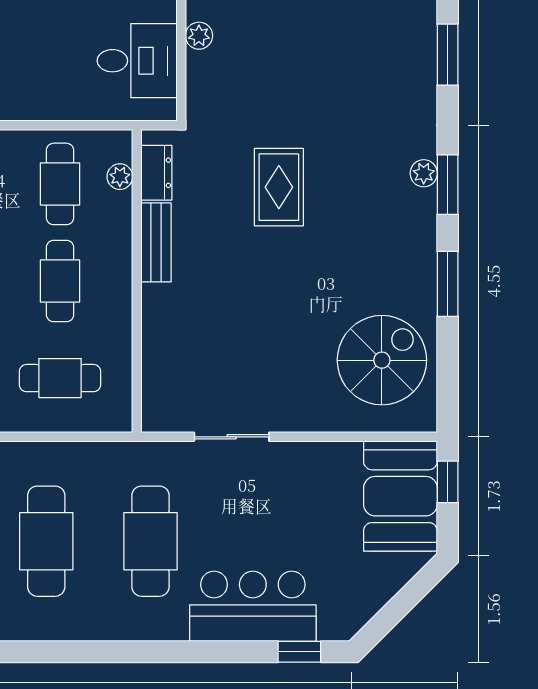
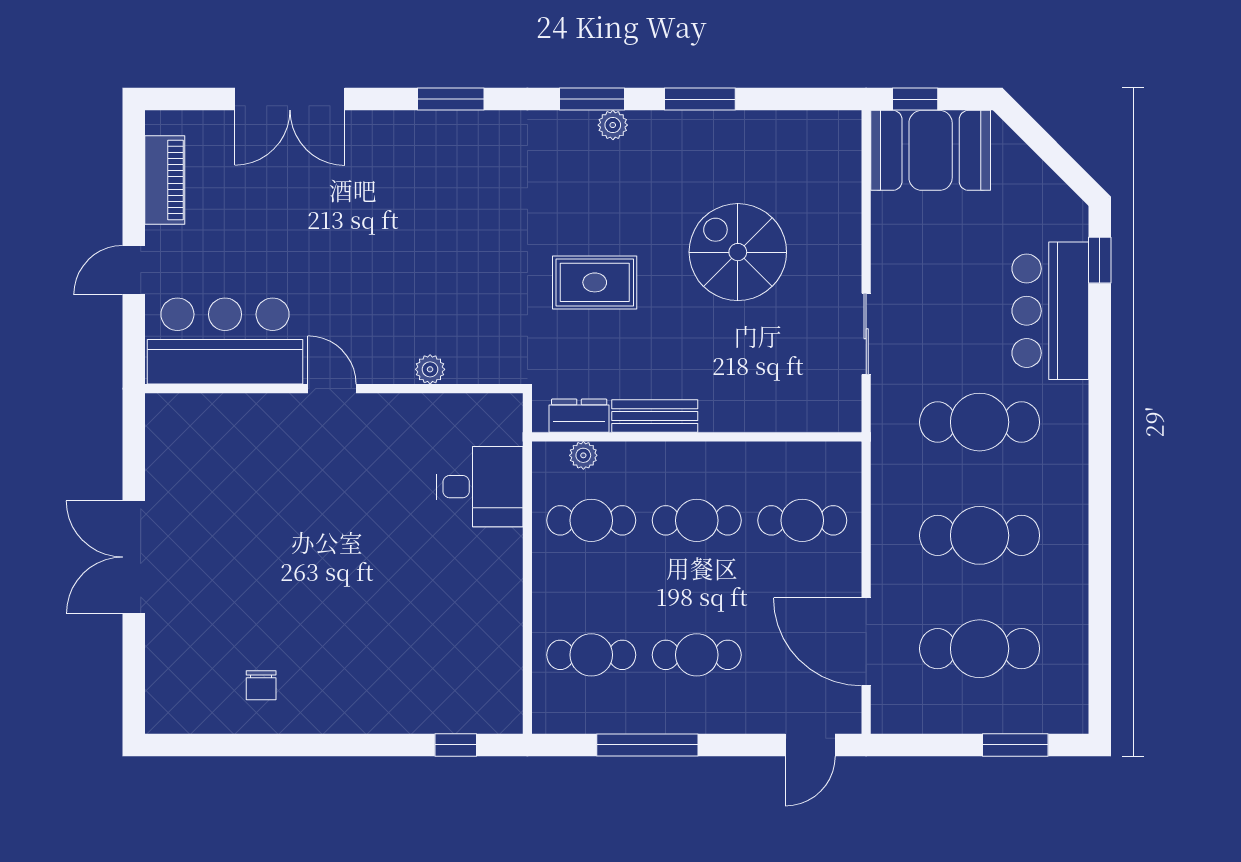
desk: (137, 61) -> (480, 487), moved, turned 90
plant: (424, 173) -> (613, 125), moved
spiral stairs: (382, 360) -> (738, 252), moved
cafe table: (60, 378) -> (802, 520), turned 90

